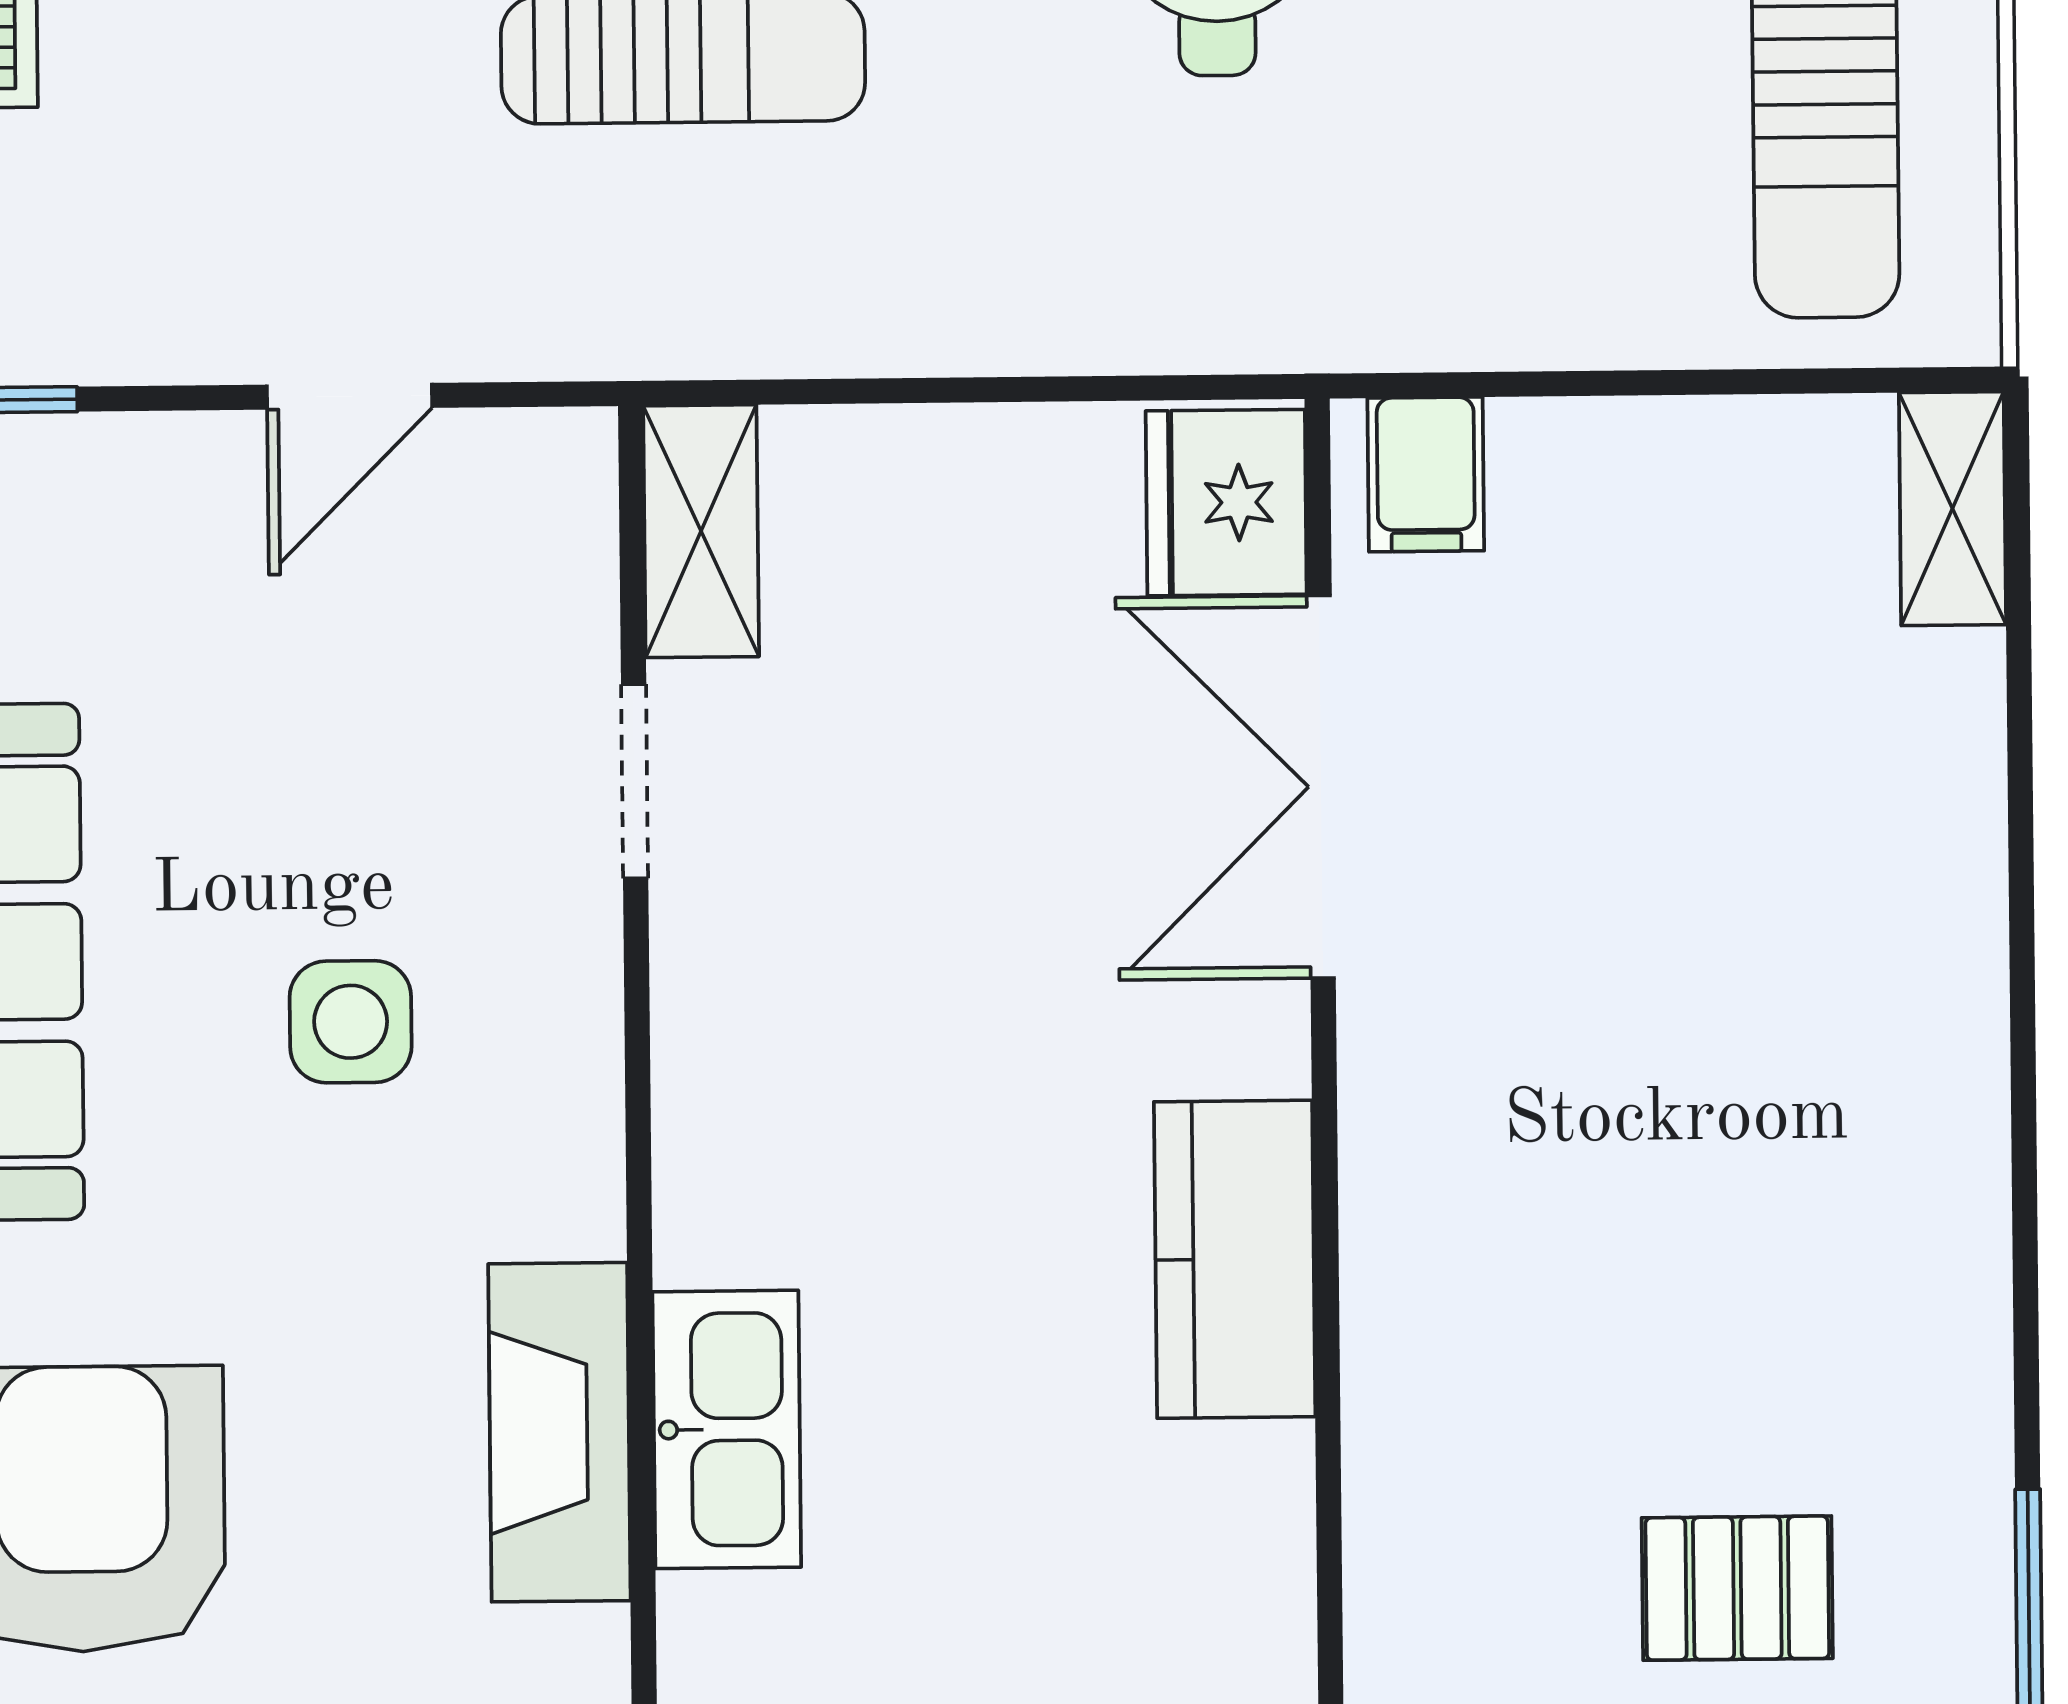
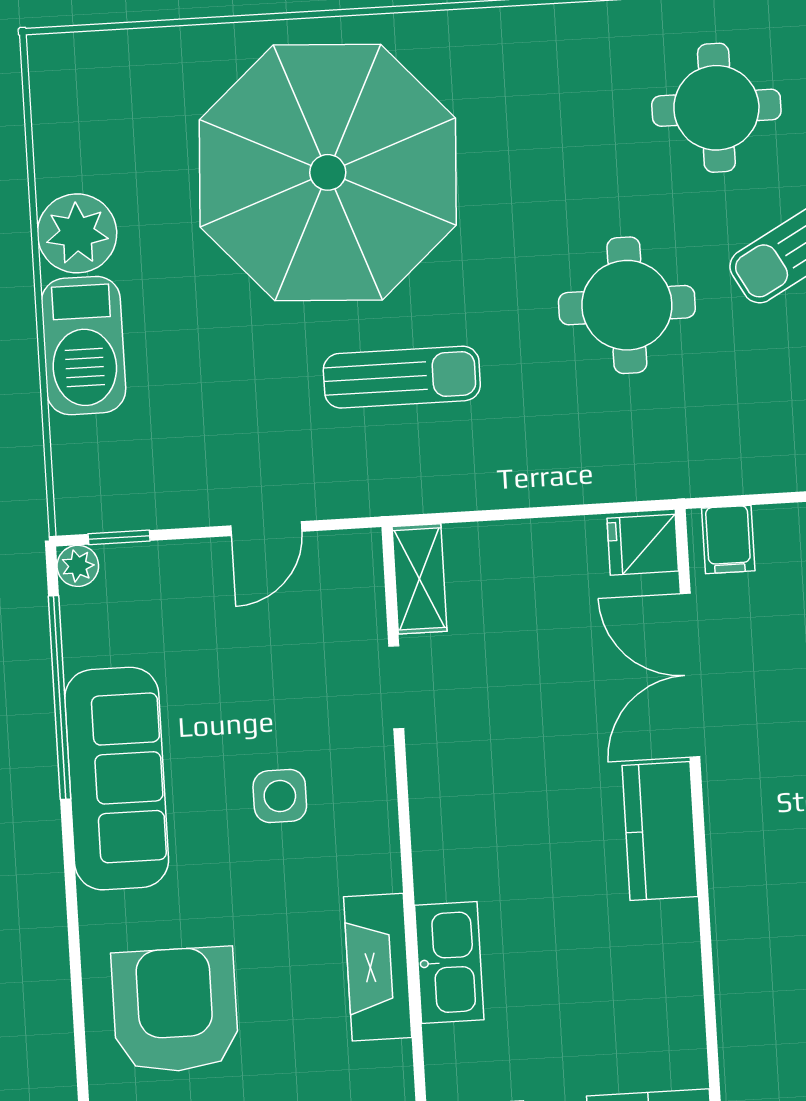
fridge: (1226, 503) -> (643, 545), width x0.72
kitchen counter: (1235, 1259) -> (660, 831), moved

